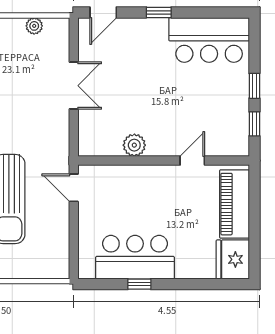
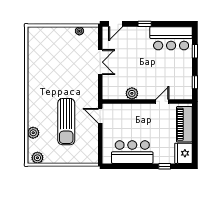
window: (254, 86) -> (195, 51), moved
window: (139, 284) -> (165, 166), moved

